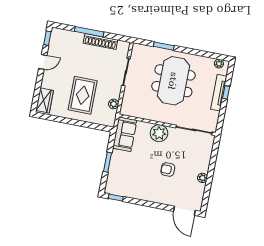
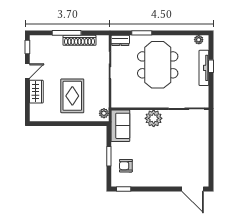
dresser: (141, 49) -> (120, 40), added
wardrobe: (45, 100) -> (36, 92), moved
plant: (114, 104) -> (104, 113), moved
armchair: (168, 170) -> (126, 166), moved
plant: (202, 178) -> (204, 154), removed

